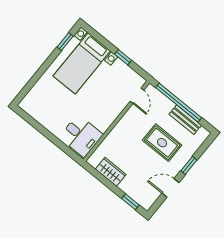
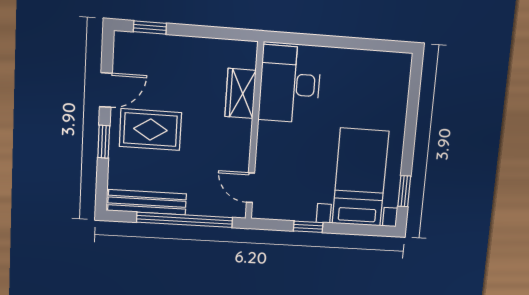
bench: (185, 120) -> (147, 202), width x1.36
desk: (81, 136) -> (290, 84), width x1.37
rug: (162, 143) -> (150, 130), moved
wardrobe: (111, 172) -> (240, 93), moved, turned 90

